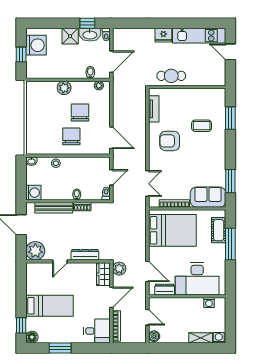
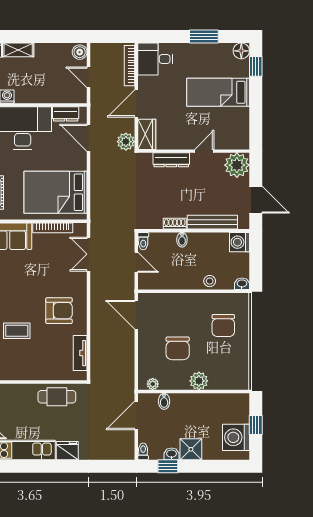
washbasin: (90, 35) -> (172, 454), width x0.52, depth x0.69
chair: (71, 136) -> (223, 326), moved
door: (111, 177) -> (136, 262), swing flipped

